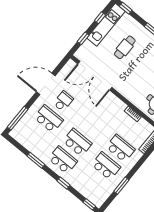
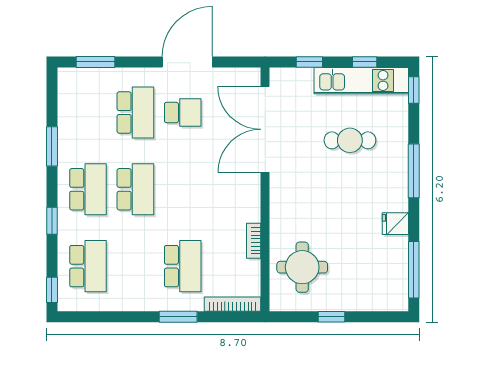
door: (46, 84) -> (187, 62), hinge flipped
window: (18, 118) -> (95, 62), width x0.69
school desk: (106, 166) -> (88, 266), moved
window: (121, 186) -> (178, 317), moved

